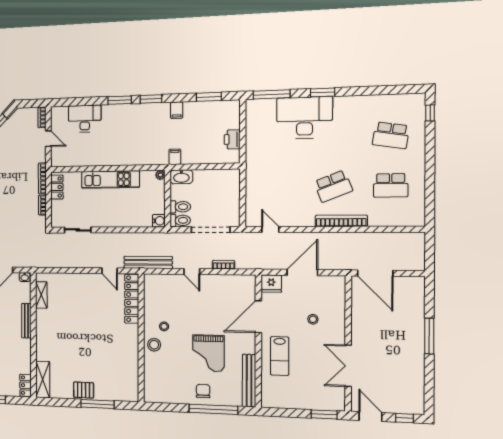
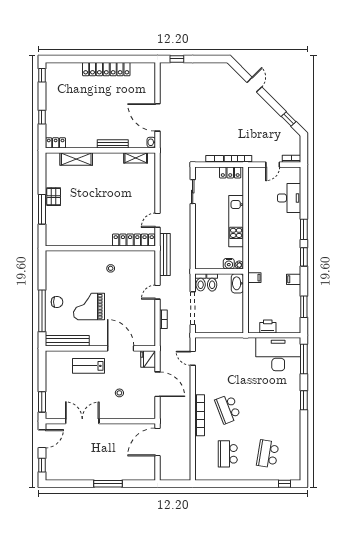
desk: (305, 118) -> (278, 354), moved, turned -90
water cooler: (159, 221) -> (229, 264), moved
door: (270, 230) -> (193, 358), swing flipped
stool: (154, 345) -> (95, 260), removed
shelving: (43, 379) -> (76, 159), moved

